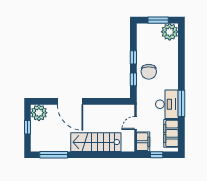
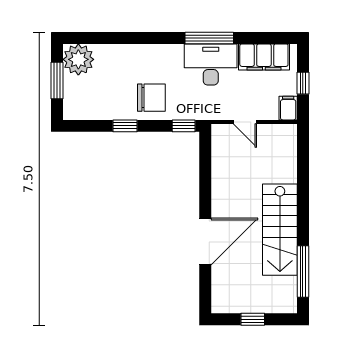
window: (133, 79) -> (184, 126), moved
plant: (39, 113) -> (226, 298), removed
stairs: (96, 142) -> (280, 230), moved
filing cabinet: (143, 142) -> (288, 108), width x0.50

